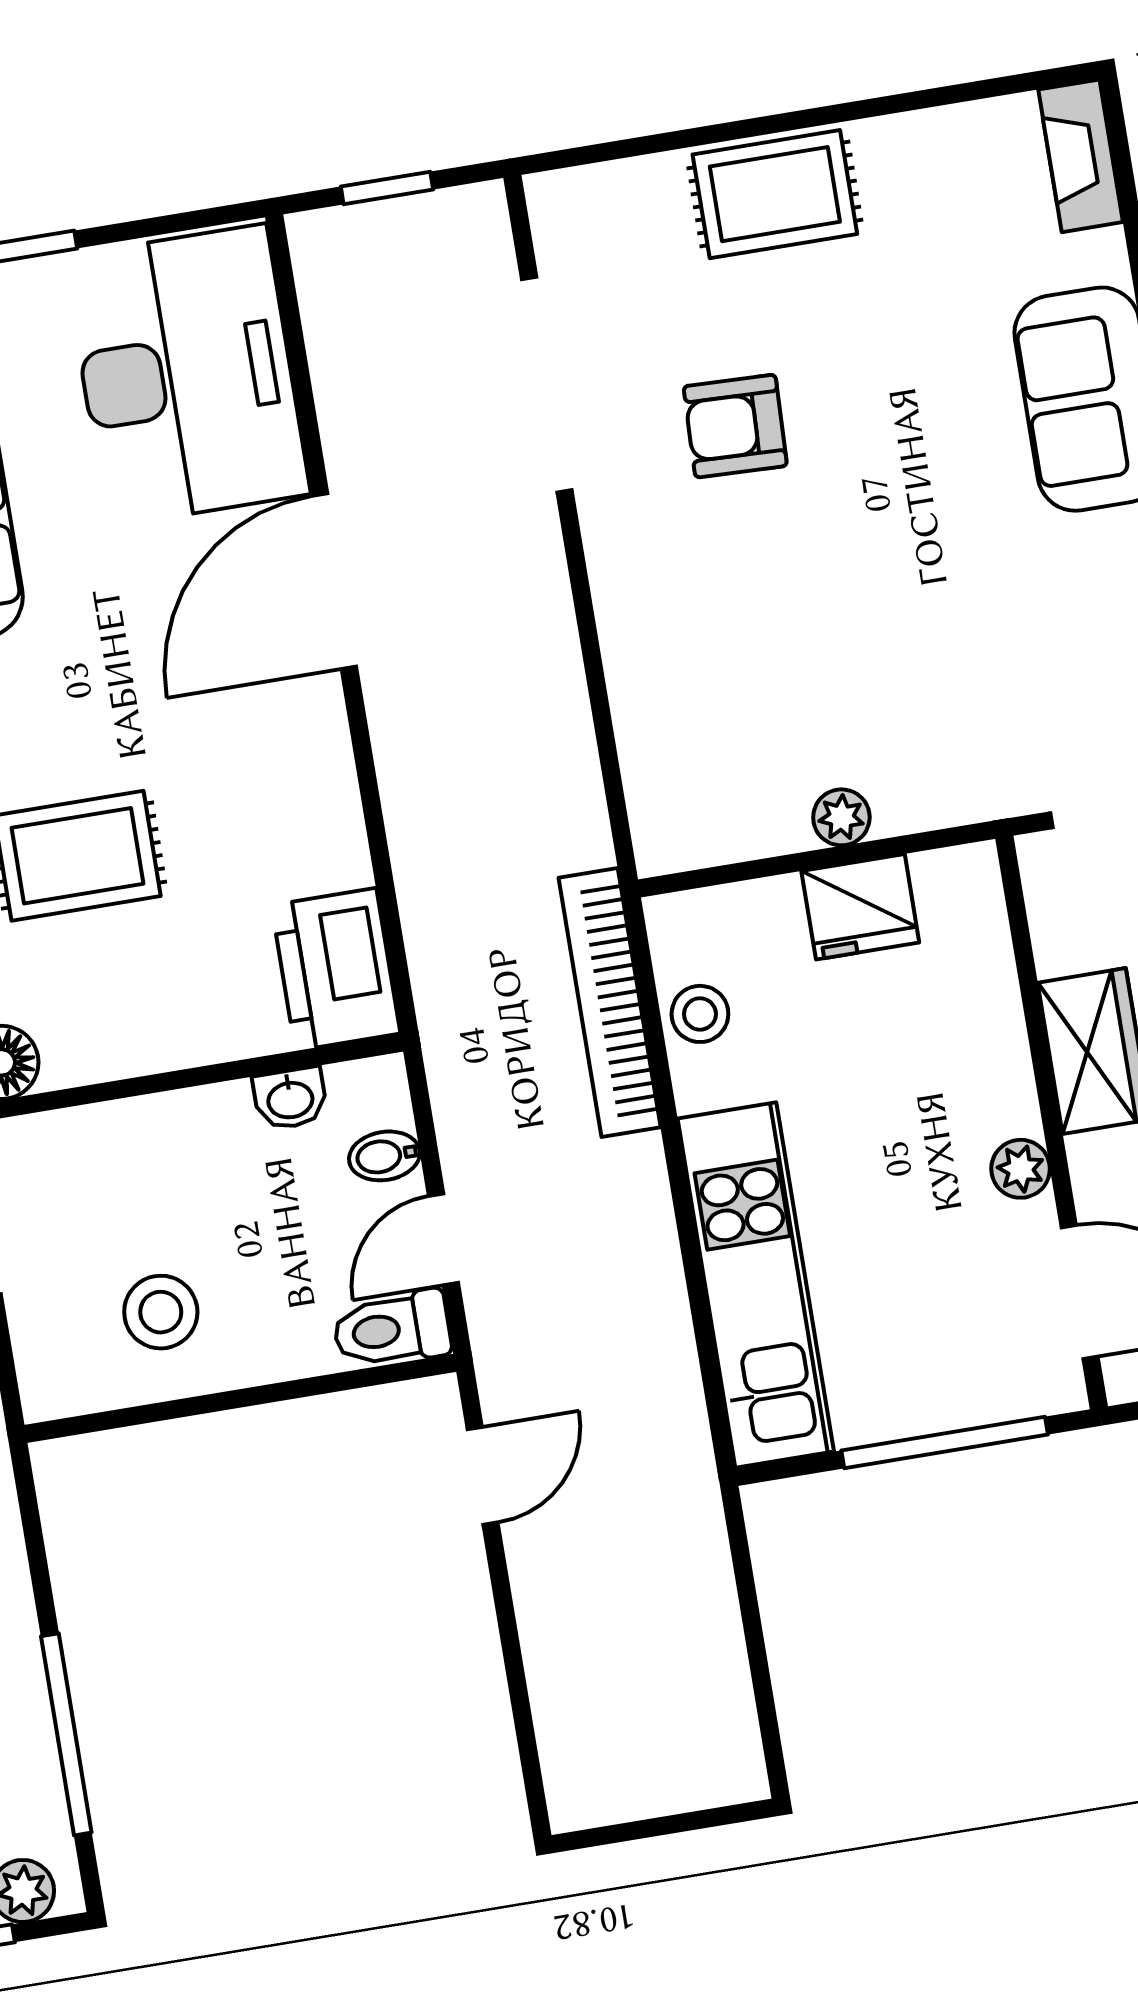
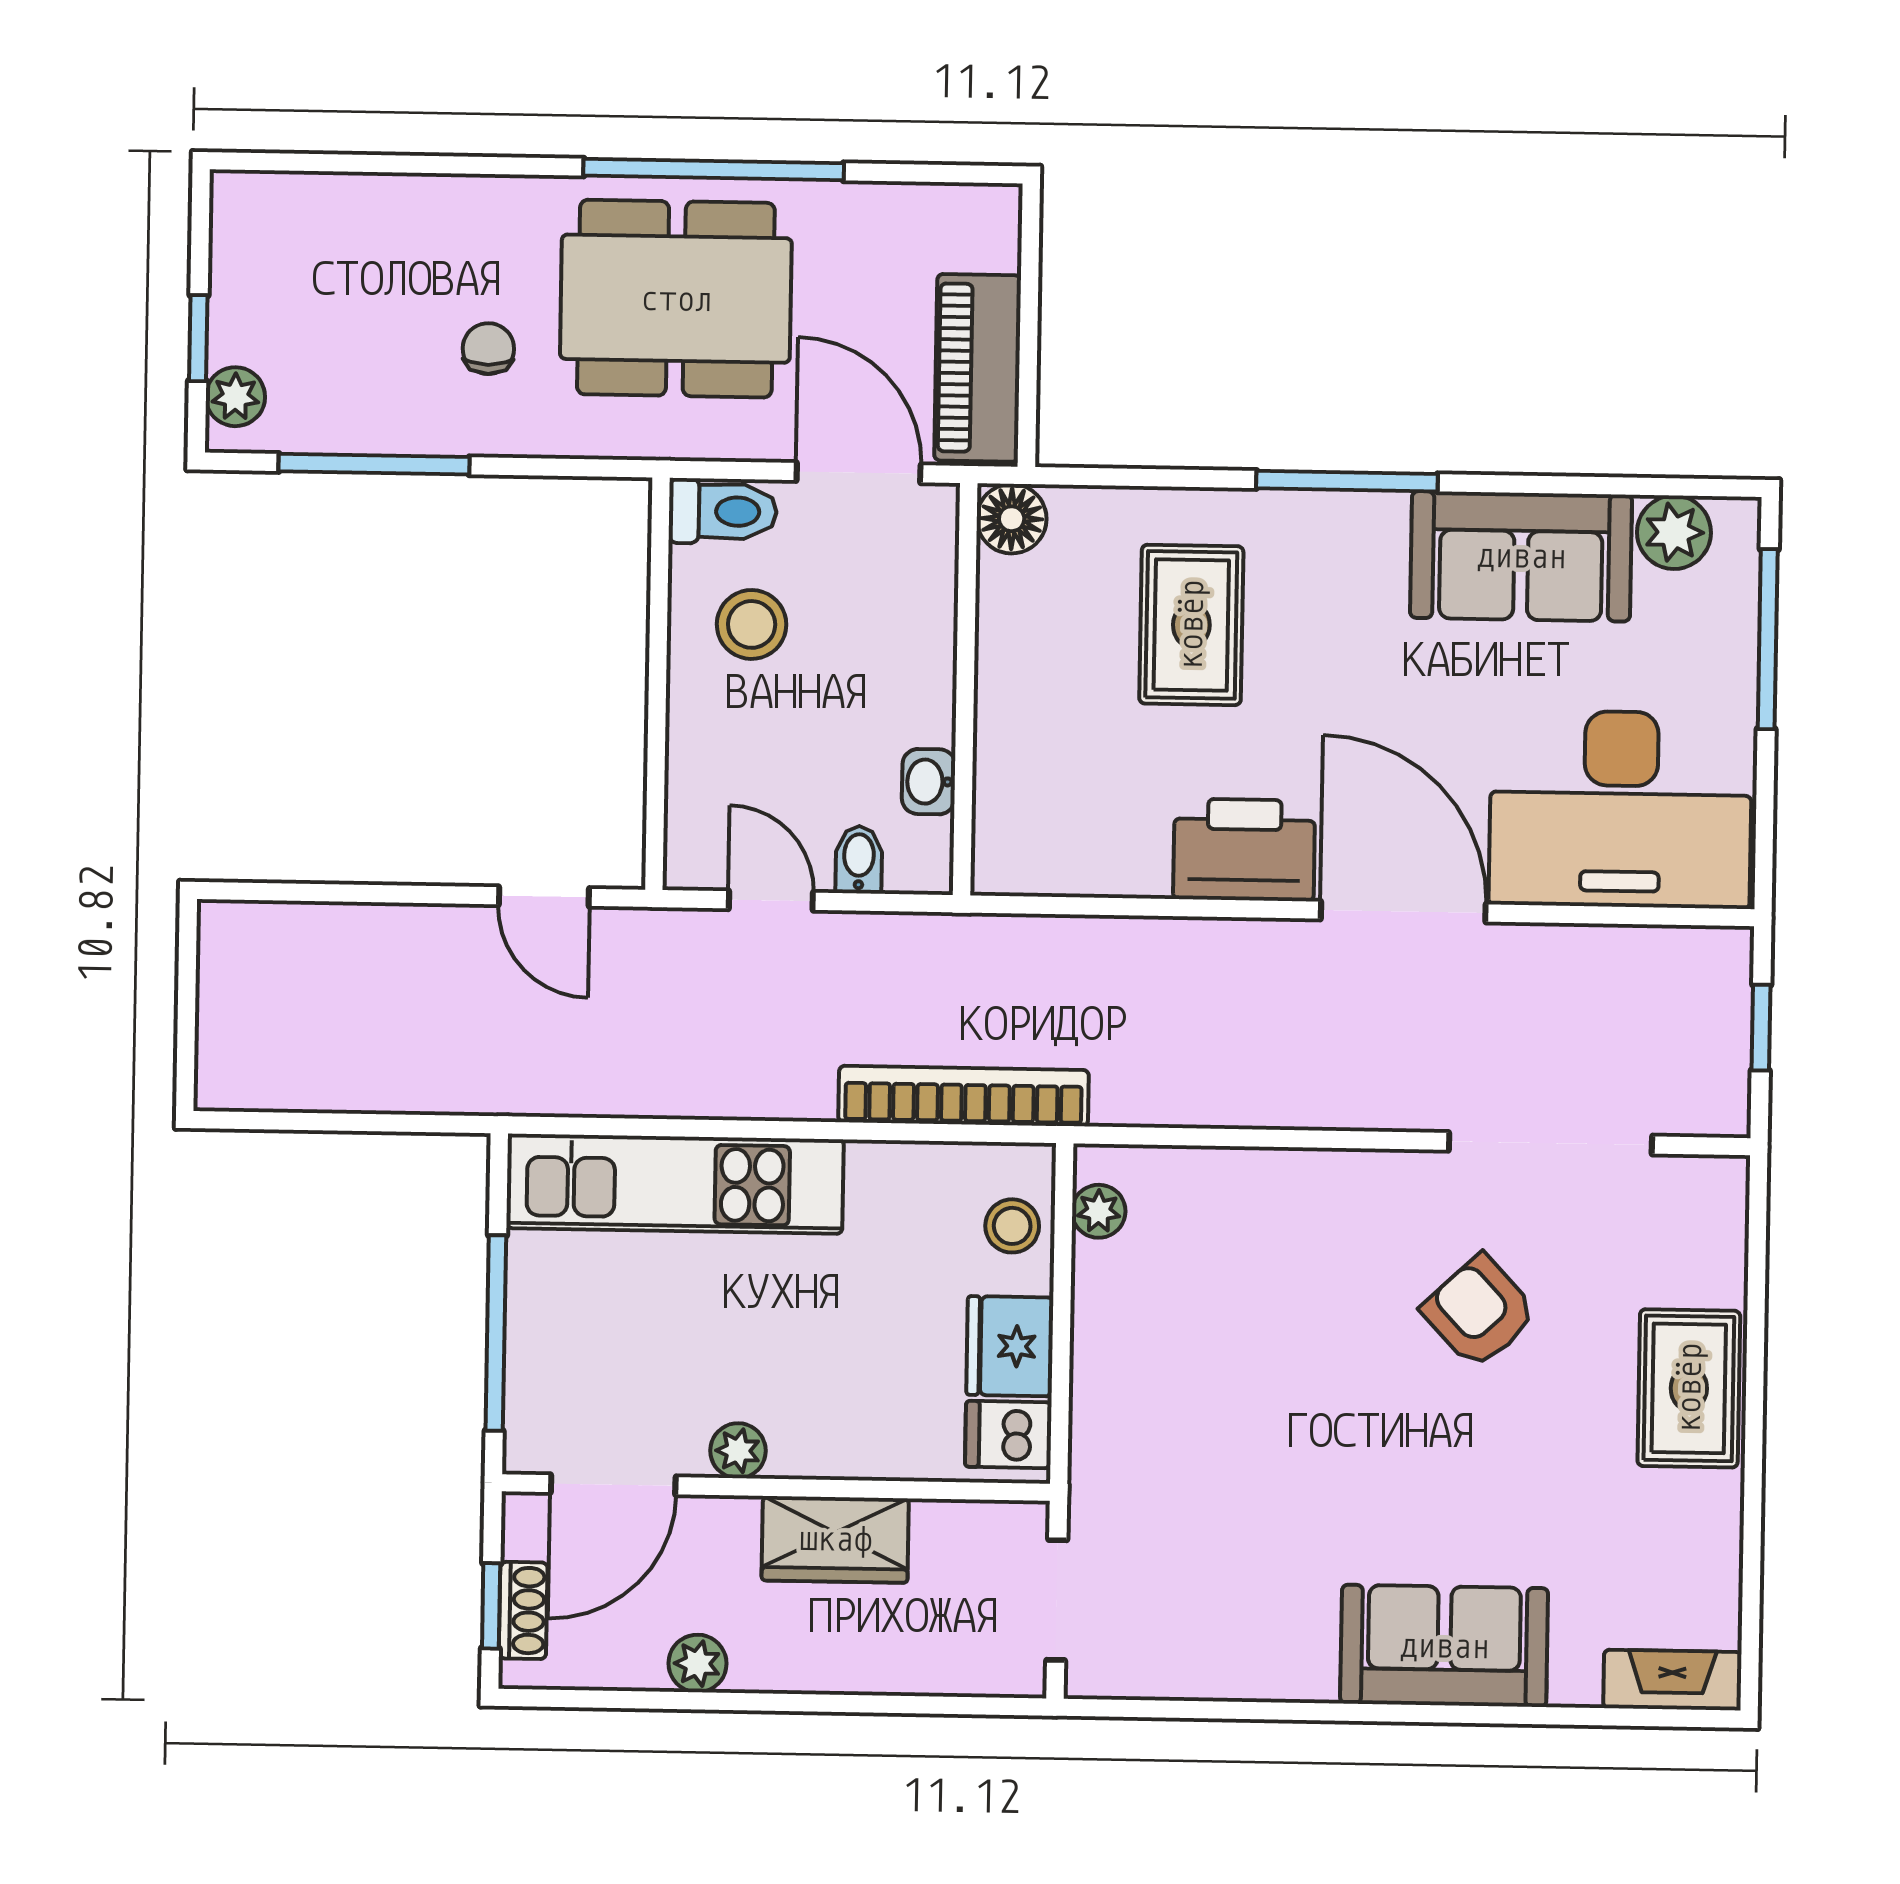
armchair: (735, 426) -> (1479, 1312), turned -45
plant: (841, 817) -> (1099, 1211), moved
dishwasher: (952, 892) -> (1008, 1435), added
printer: (336, 969) -> (1244, 850), moved
stool: (700, 1014) -> (1012, 1226), moved
toilet: (392, 1329) -> (723, 511), moved, turned 90

